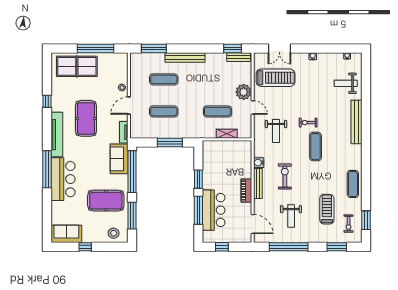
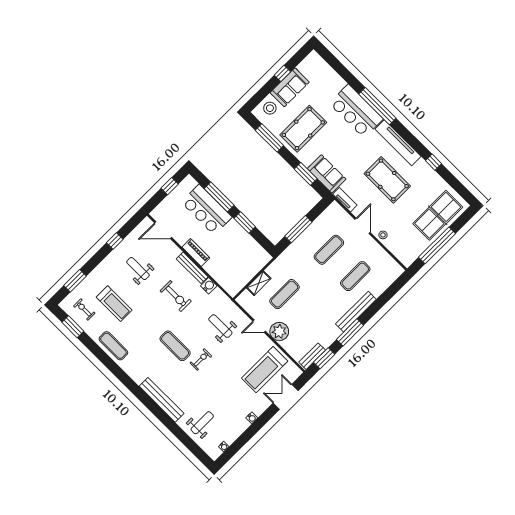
window: (154, 48) -> (350, 332), moved
window: (132, 172) -> (306, 174), width x0.47
sofa: (66, 234) -> (290, 87), moved
window: (289, 247) -> (115, 241), width x0.32

